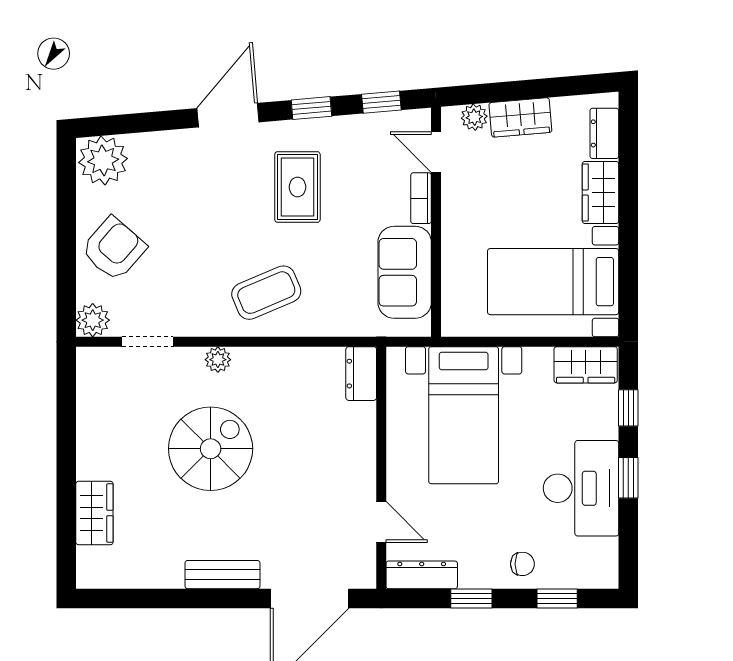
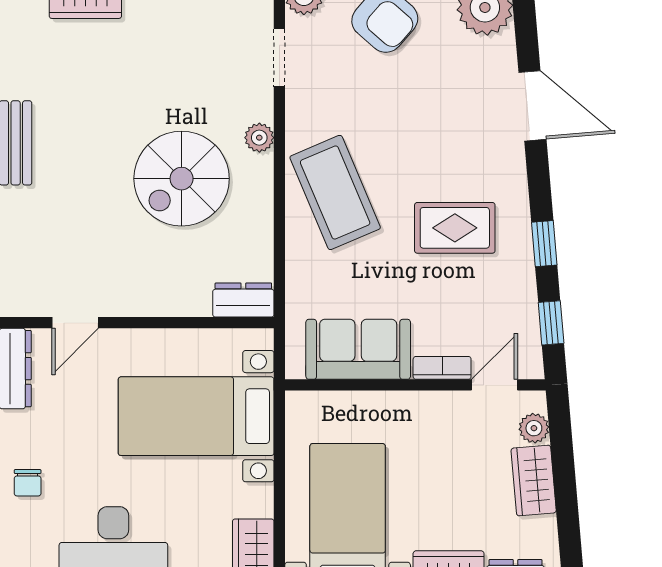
door: (228, 115) -> (532, 106), moved
coffee table: (266, 293) -> (335, 192), width x1.36, depth x1.32
spiral stairs: (211, 449) -> (182, 179), moved, turned 90

